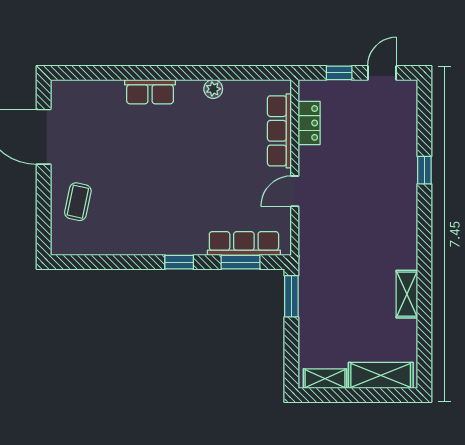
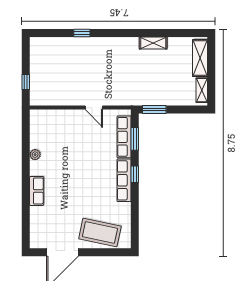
door: (382, 73) -> (26, 57), removed
locker: (309, 123) -> (55, 99), removed
row of seats: (279, 131) -> (124, 180), moved, turned 90
coffee table: (78, 202) -> (100, 232), width x1.86, depth x1.72

